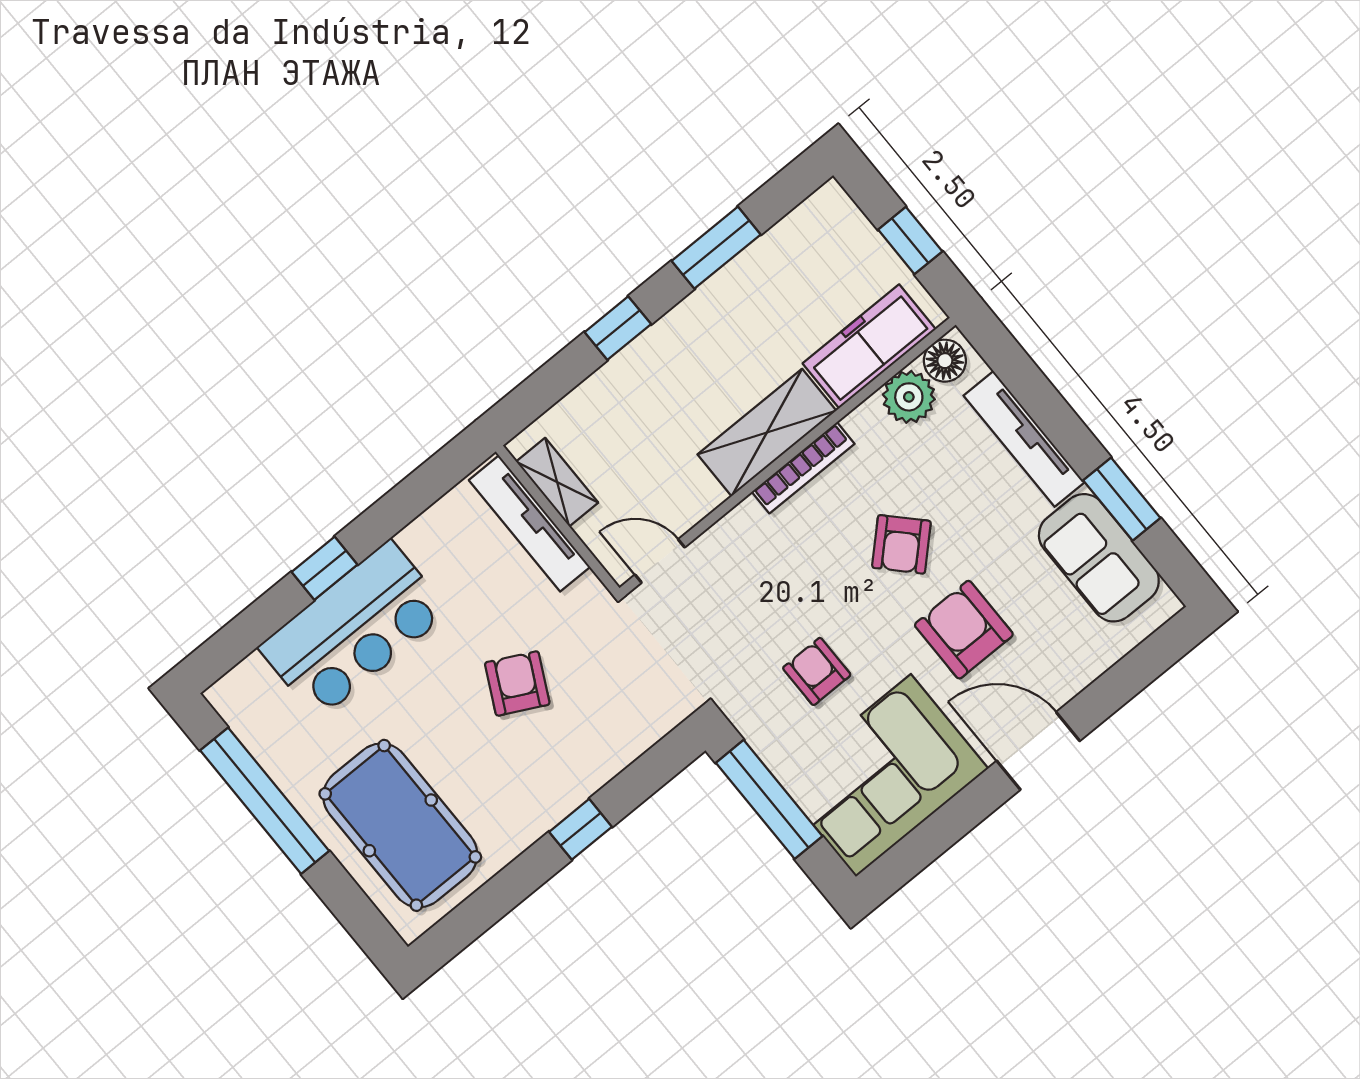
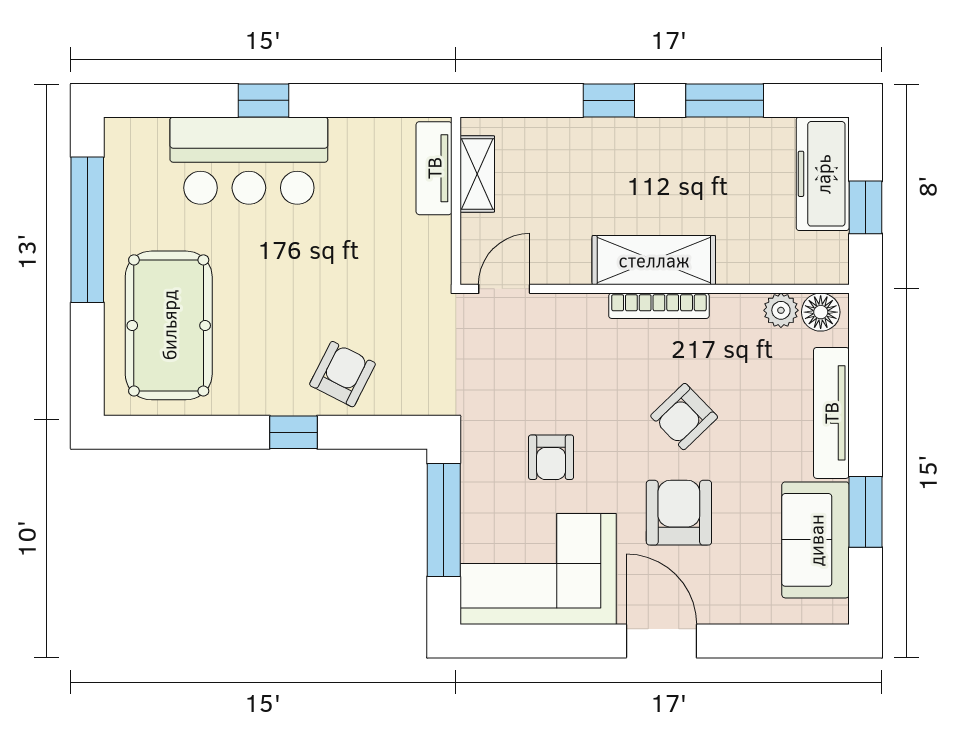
freezer: (869, 346) -> (823, 174), moved, turned -90
plant: (909, 397) -> (781, 310), width x0.73, depth x0.73
tv unit: (530, 523) -> (434, 168), width x0.71
door: (660, 561) -> (504, 289), hinge flipped
armchair: (817, 671) -> (551, 457), turned 180
armchair: (517, 683) -> (342, 374), moved

